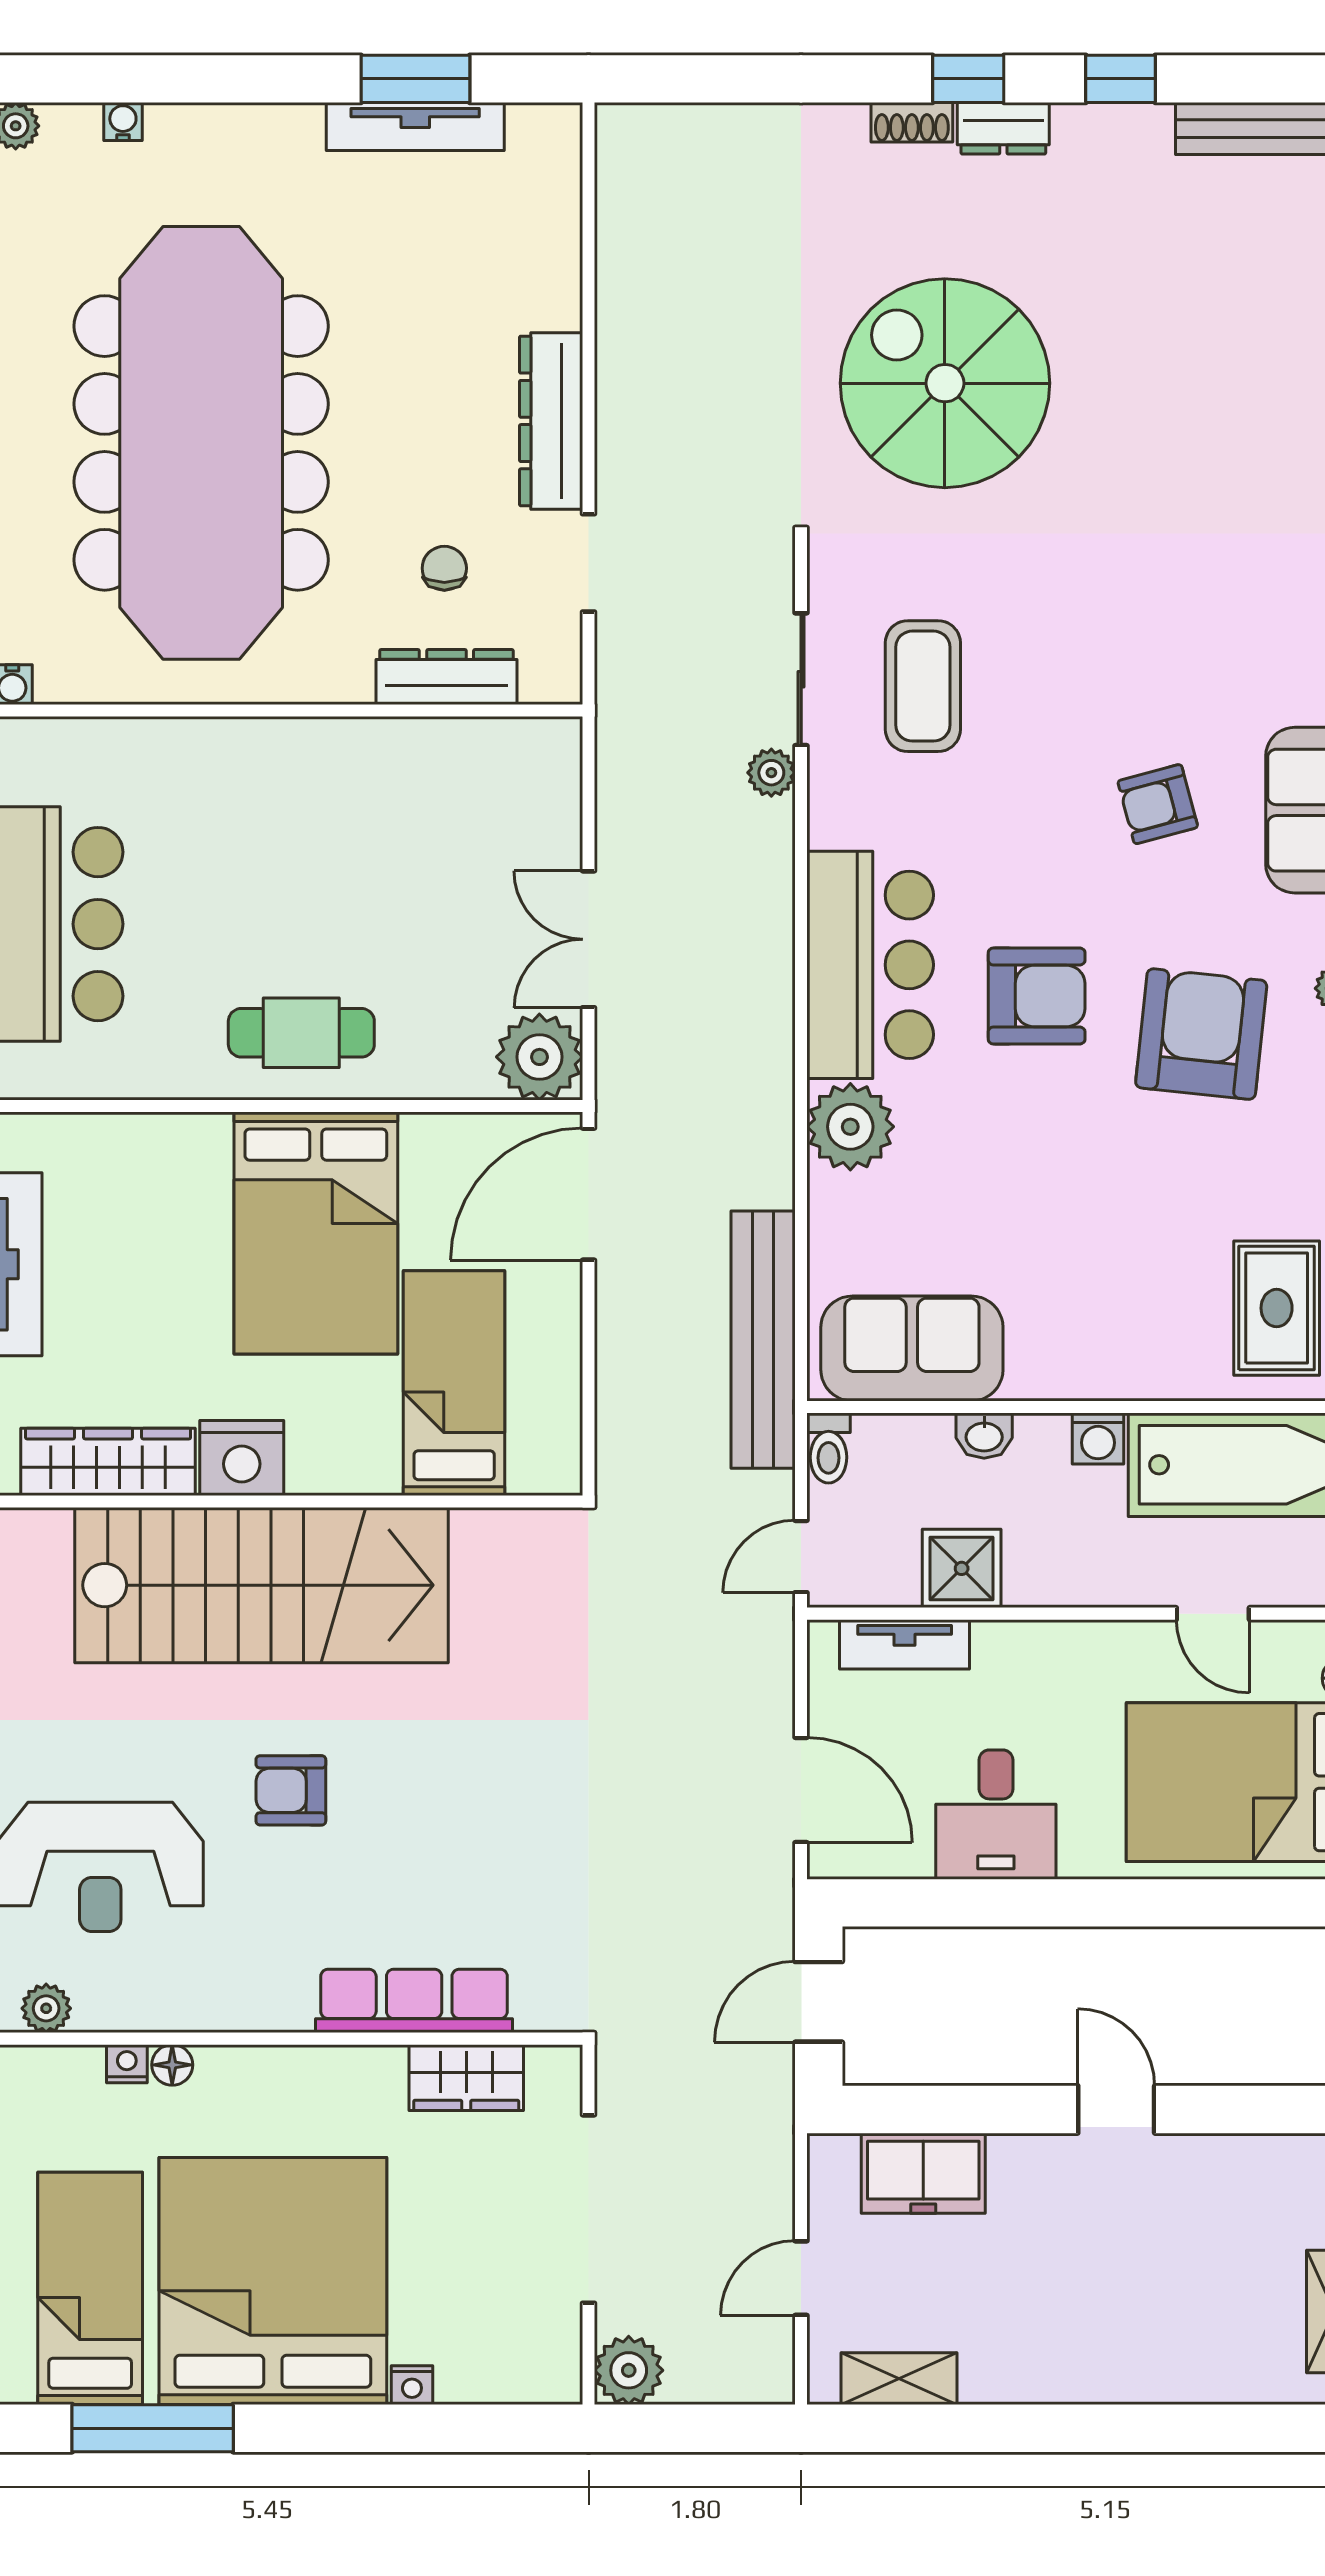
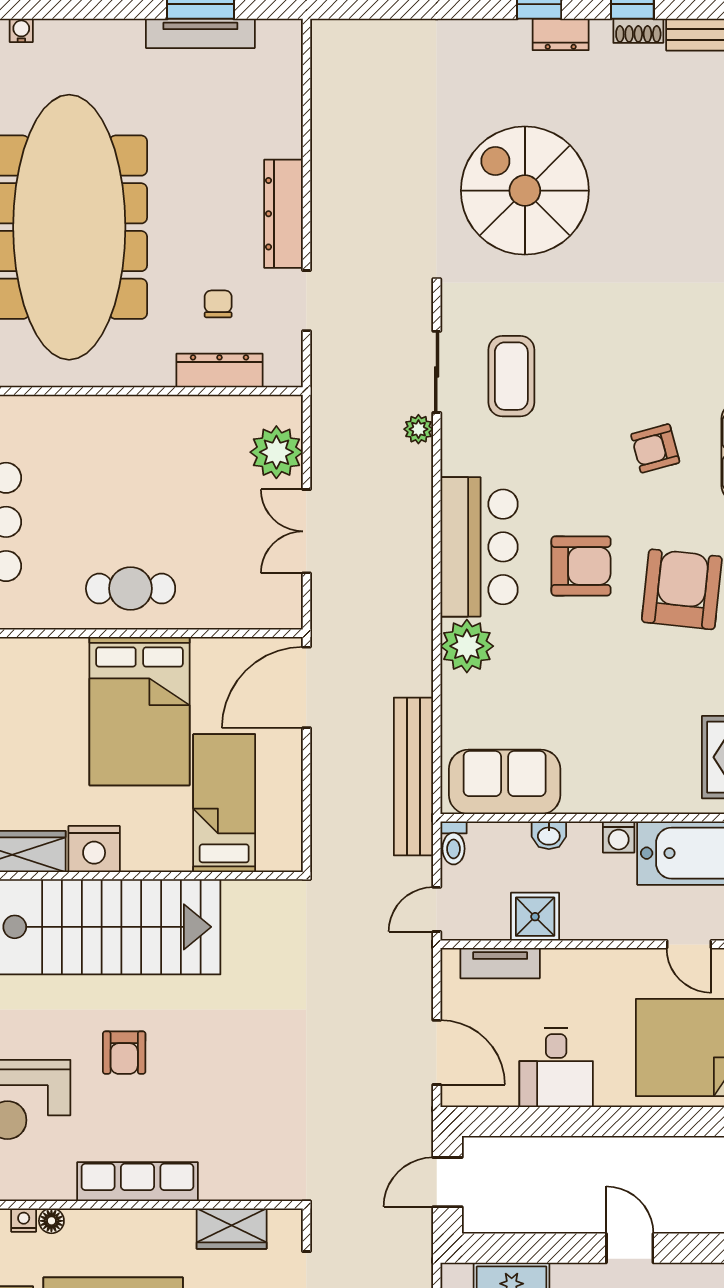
shoe rack: (912, 122) -> (638, 31), moved
plant: (539, 1057) -> (276, 452), moved
armchair: (291, 1790) -> (124, 1053), turned -90
row of seats: (414, 2001) -> (137, 1182), moved

